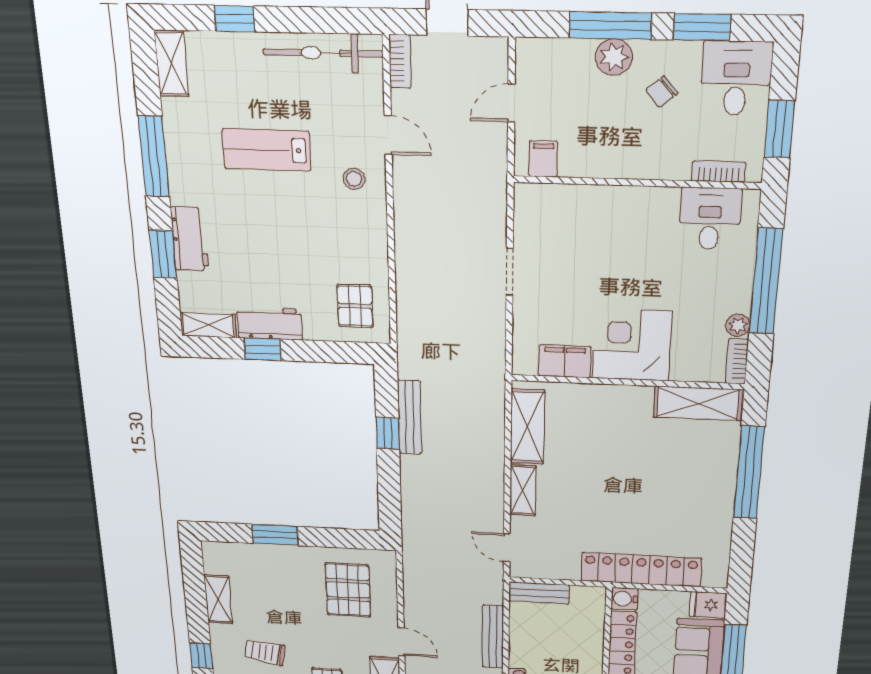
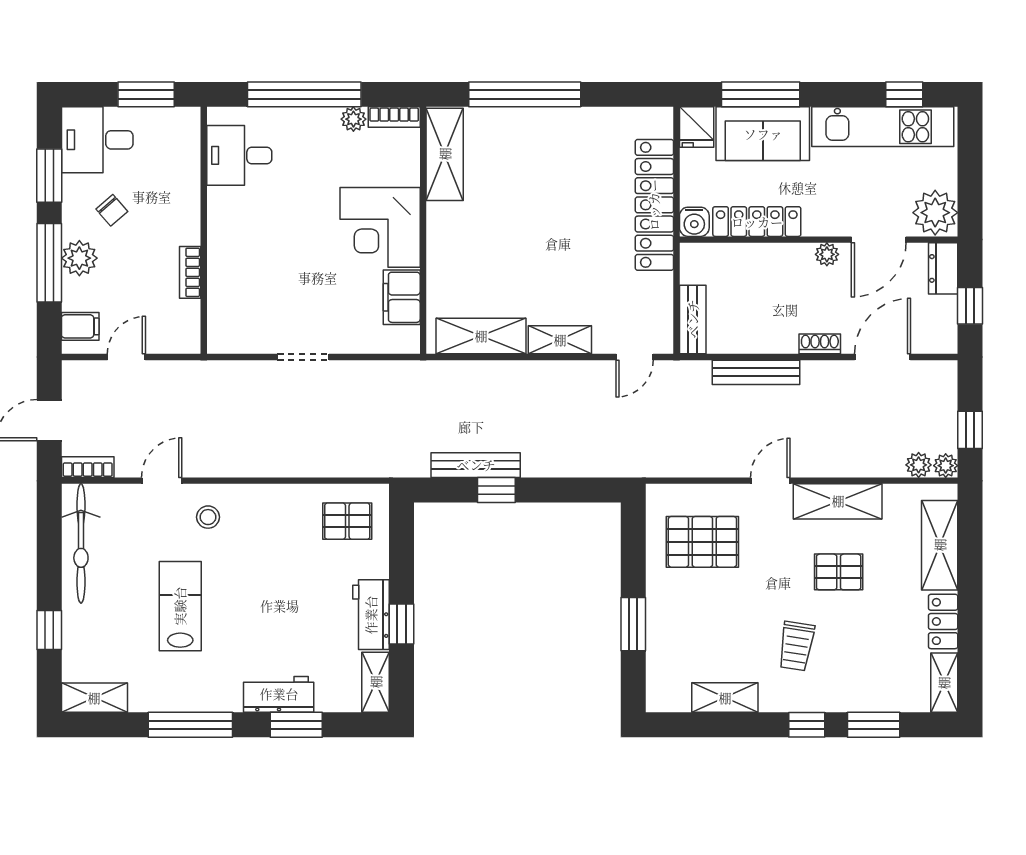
door: (511, 103) -> (126, 357), swing flipped
lab bench: (267, 150) -> (180, 606), turned 180
filing cabinet: (543, 159) -> (80, 326), moved, turned 180
bookcase: (719, 172) -> (190, 272), moved

